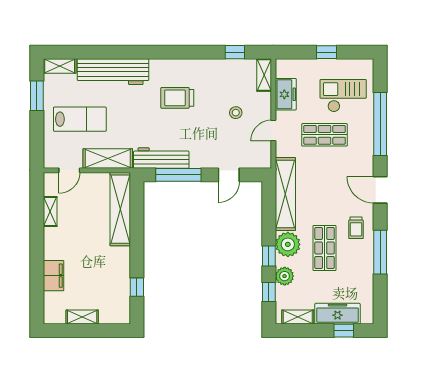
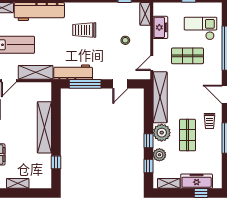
door: (273, 131) -> (152, 63), moved
shelving: (120, 209) -> (44, 127), moved

